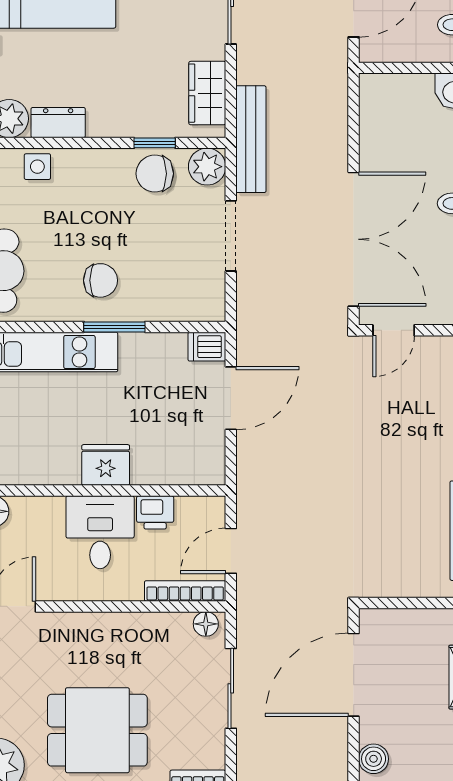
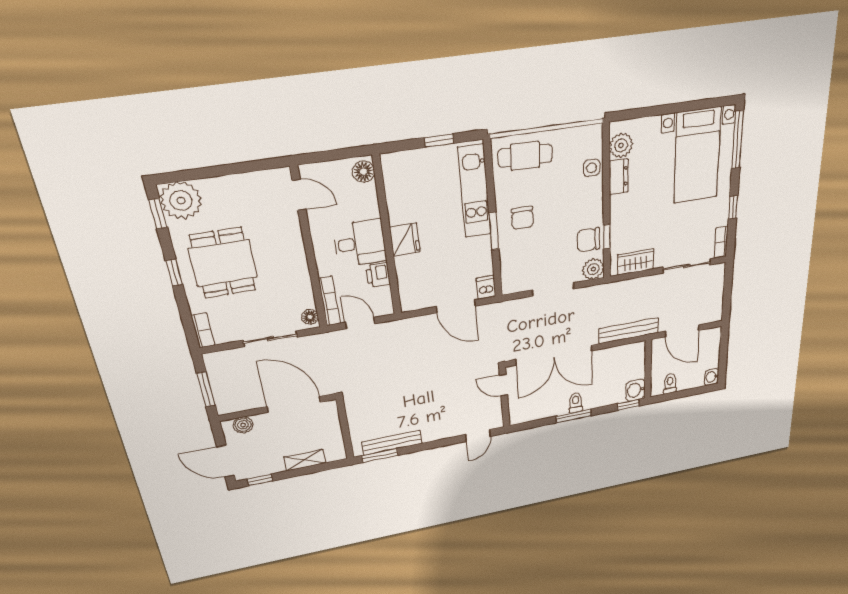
bench: (251, 139) -> (629, 331), moved
chair: (155, 174) -> (589, 240), turned -90

